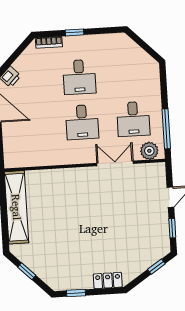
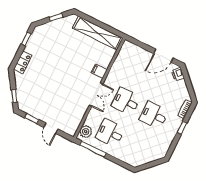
double door: (115, 163) -> (96, 95), moved
filing cabinet: (64, 178) -> (99, 71), added

